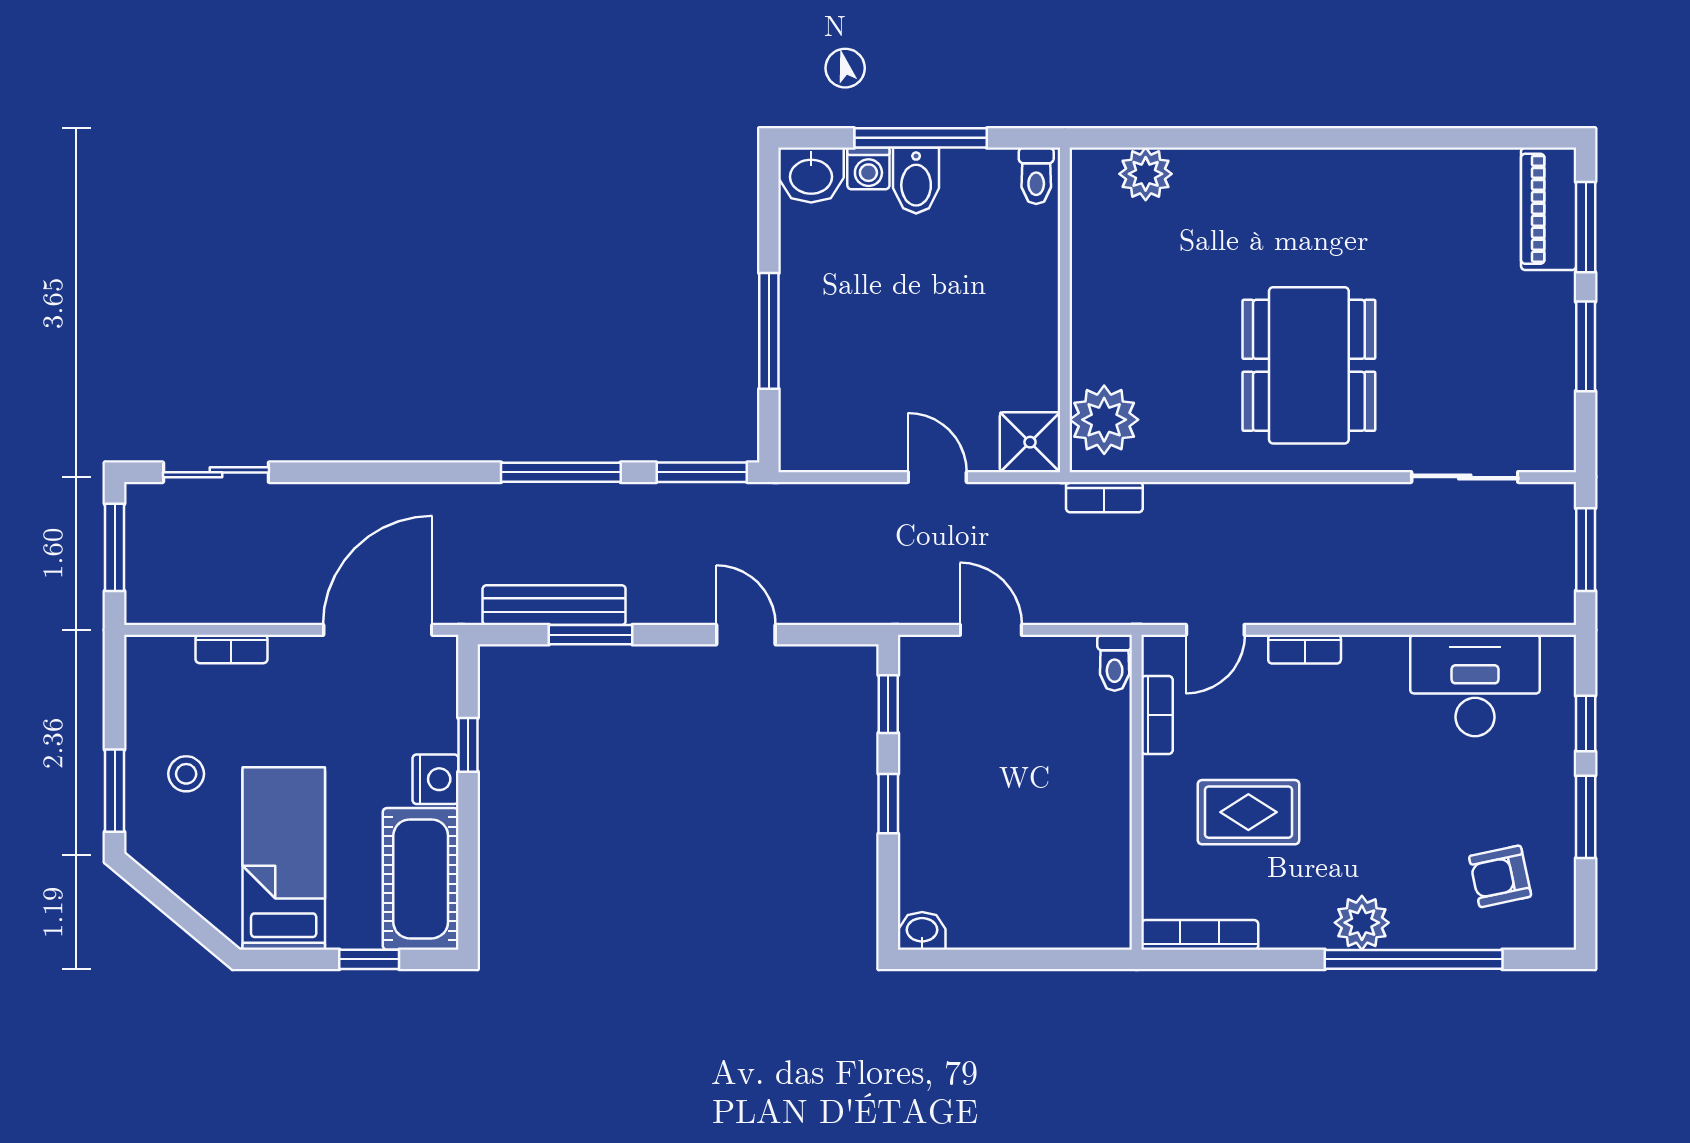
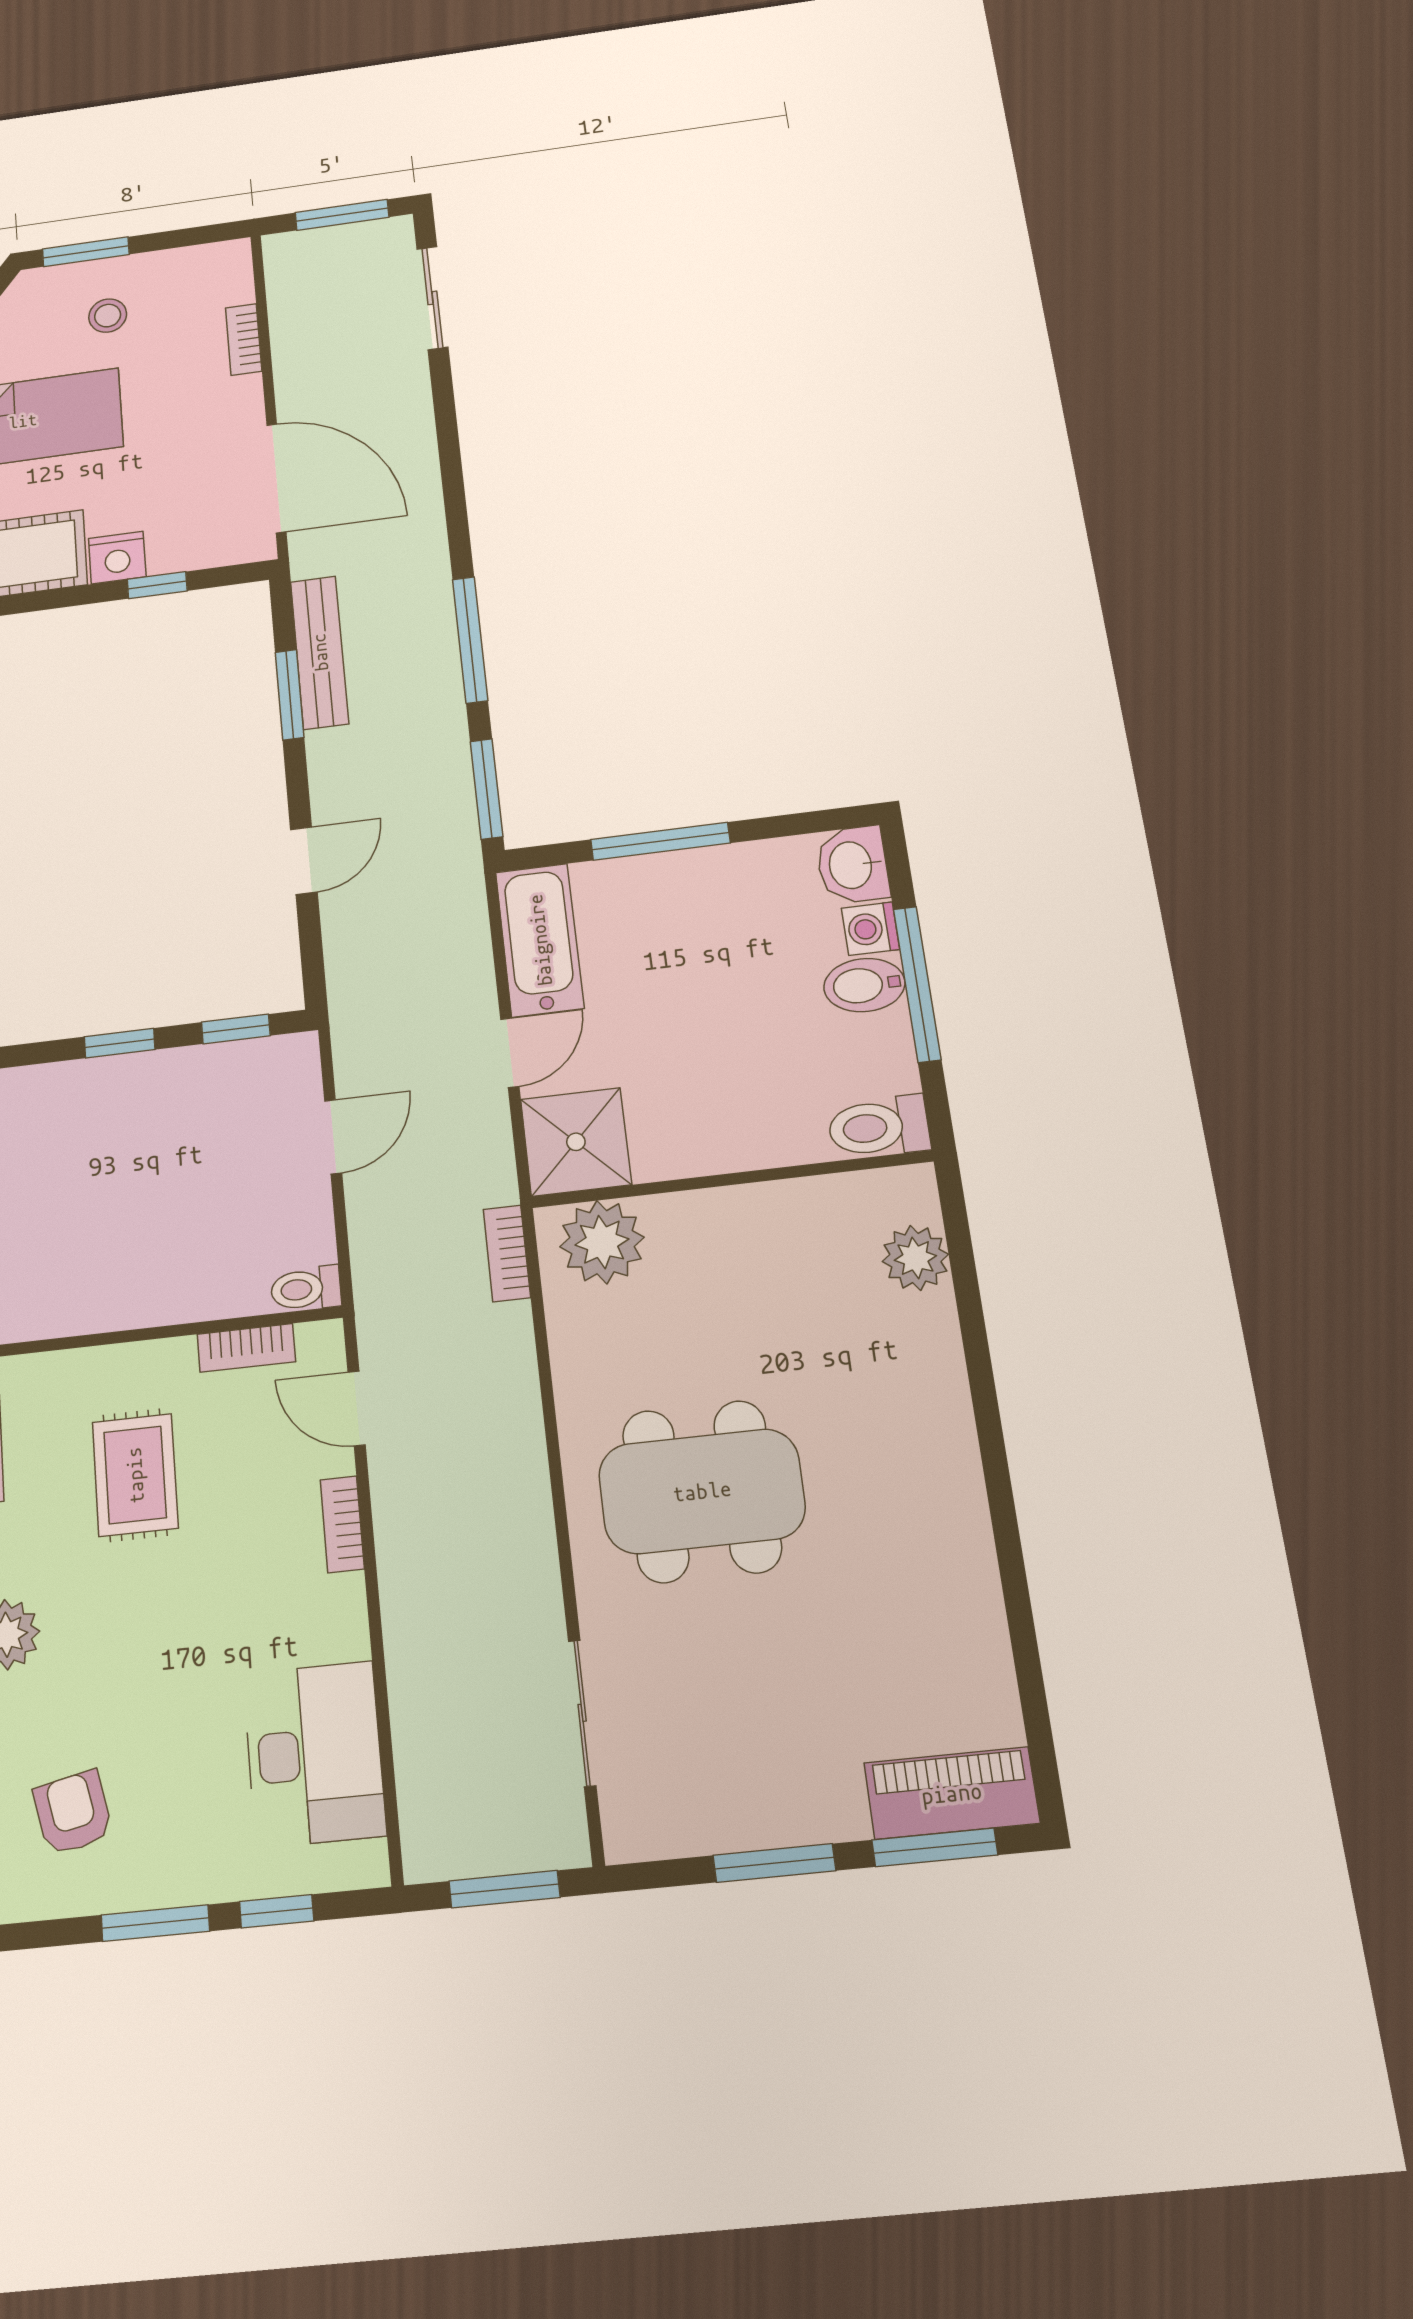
toilet: (1036, 176) -> (879, 1127), width x1.37, depth x1.39
bathtub: (843, 442) -> (540, 940), added
shower: (1030, 442) -> (576, 1142), width x1.36, depth x1.36

